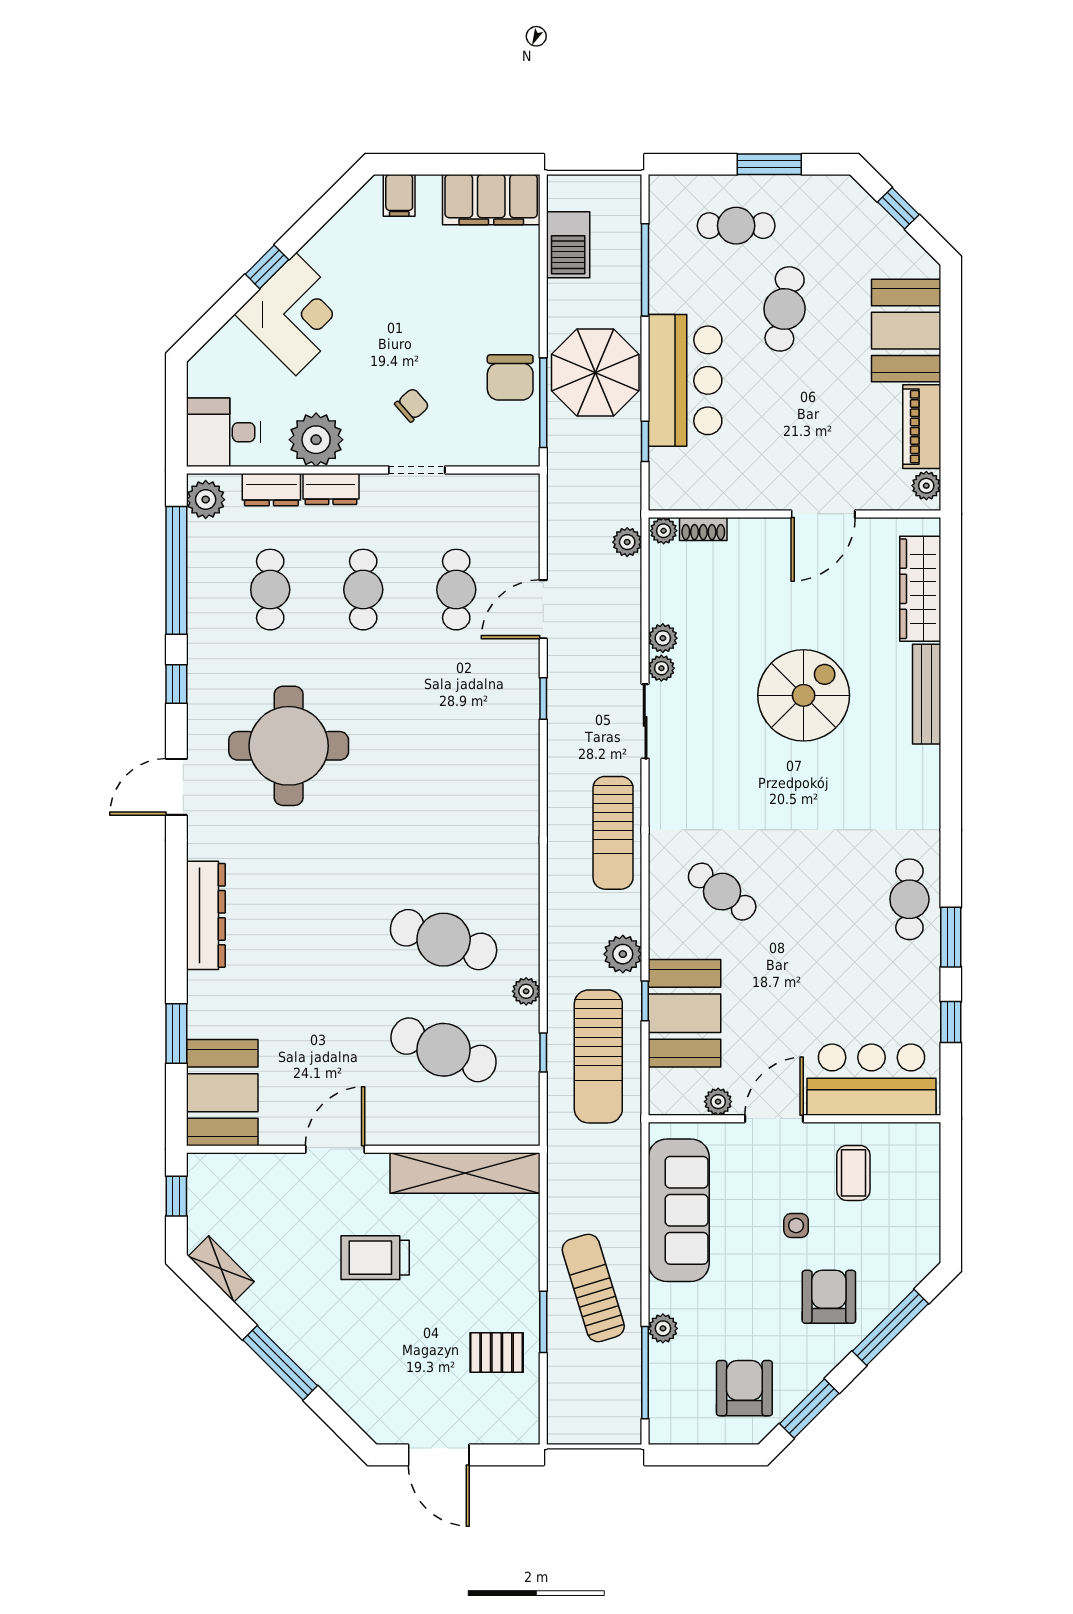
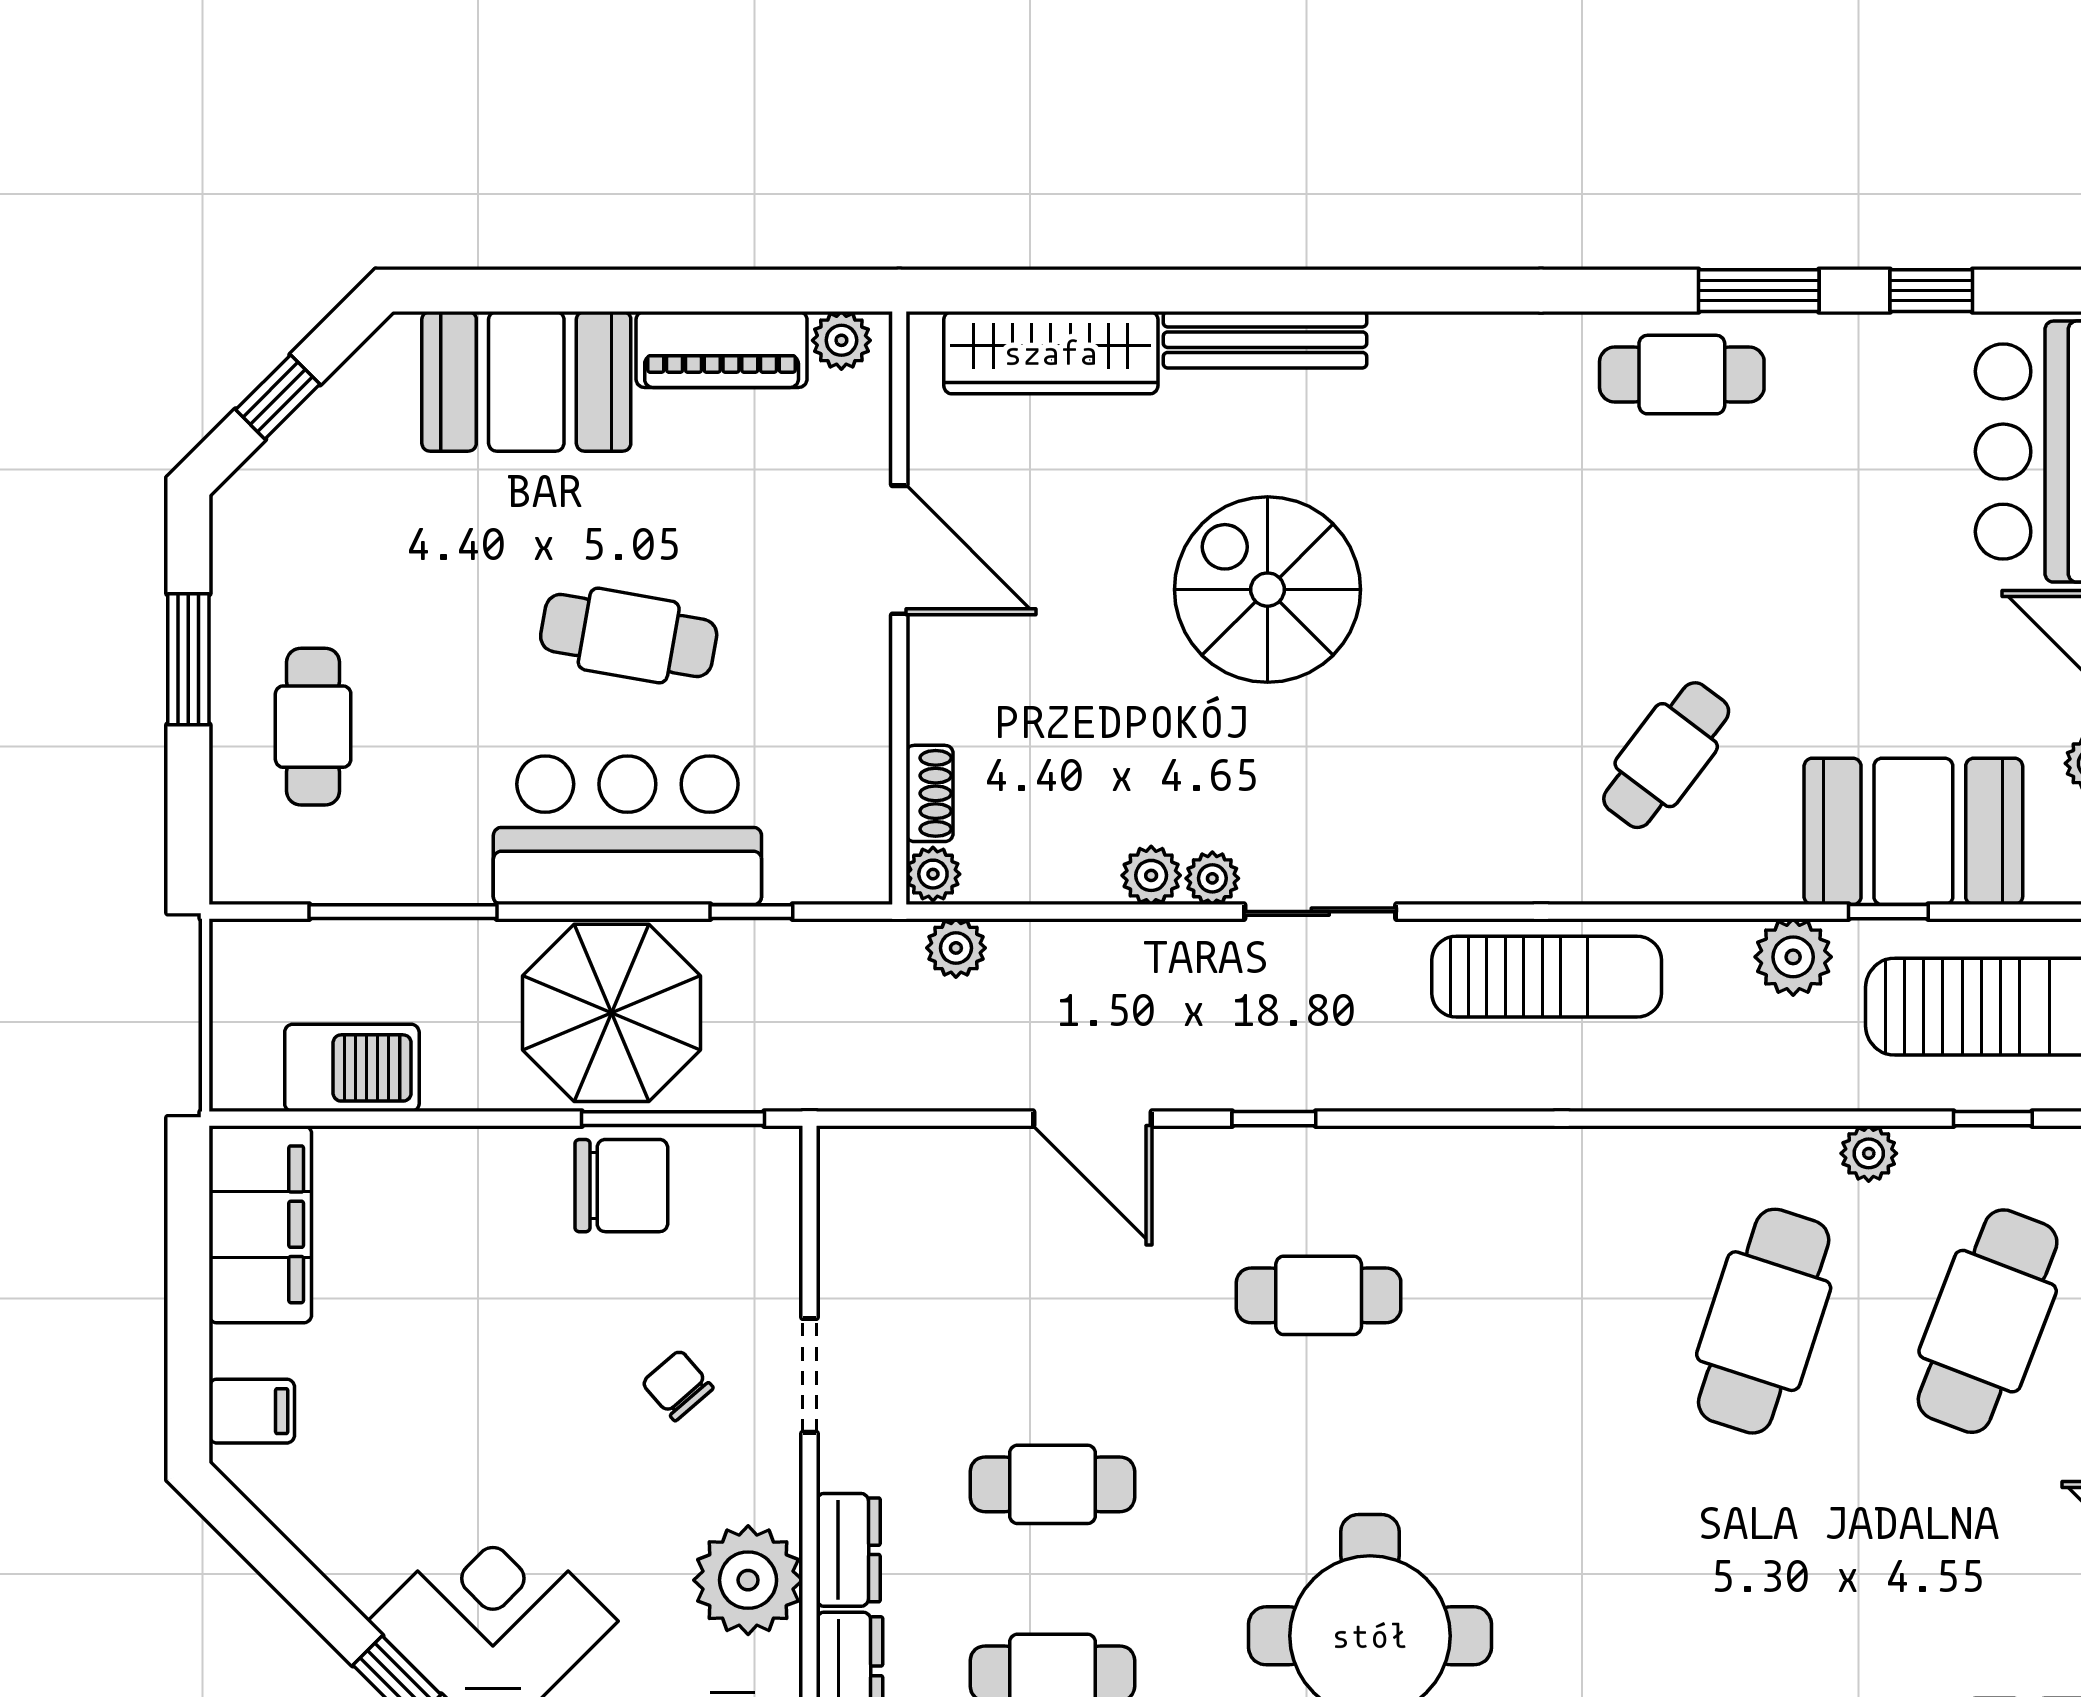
cafe table: (785, 309) -> (629, 636), moved
cafe table: (456, 590) -> (1319, 1295), moved

